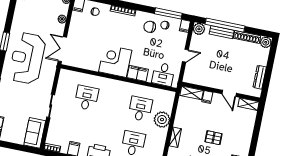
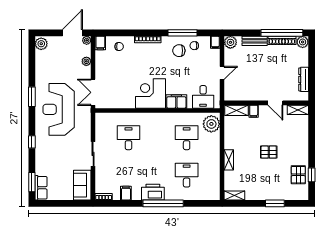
window: (168, 13) -> (183, 33), moved
window: (225, 25) -> (282, 33), moved
plant: (162, 120) -> (211, 124), moved

